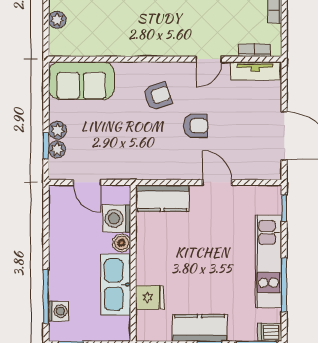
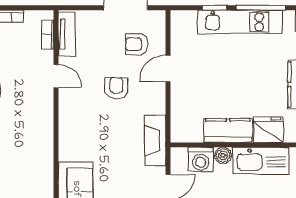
armchair: (157, 96) -> (137, 44), moved, turned -73
fireplace: (138, 168) -> (155, 141), added
kitchen counter: (162, 198) -> (228, 131), moved, turned -90
window: (284, 208) -> (215, 8), moved
fridge: (150, 297) -> (268, 130), width x1.38

